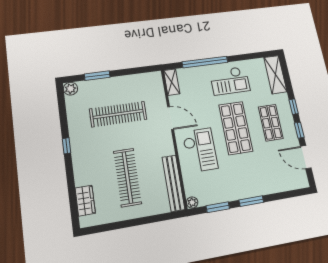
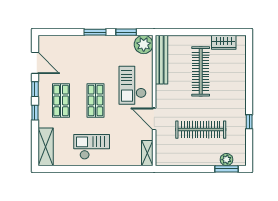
window: (205, 62) -> (112, 169), removed
window: (97, 76) -> (227, 169), moved
plant: (70, 89) -> (226, 160), moved
shop shelf: (236, 128) -> (95, 100), width x0.70, depth x0.74
window: (67, 146) -> (249, 122), moved
wardrobe: (85, 201) -> (224, 42), moved, turned -90
plant: (192, 202) -> (144, 44), width x1.87, depth x1.87

